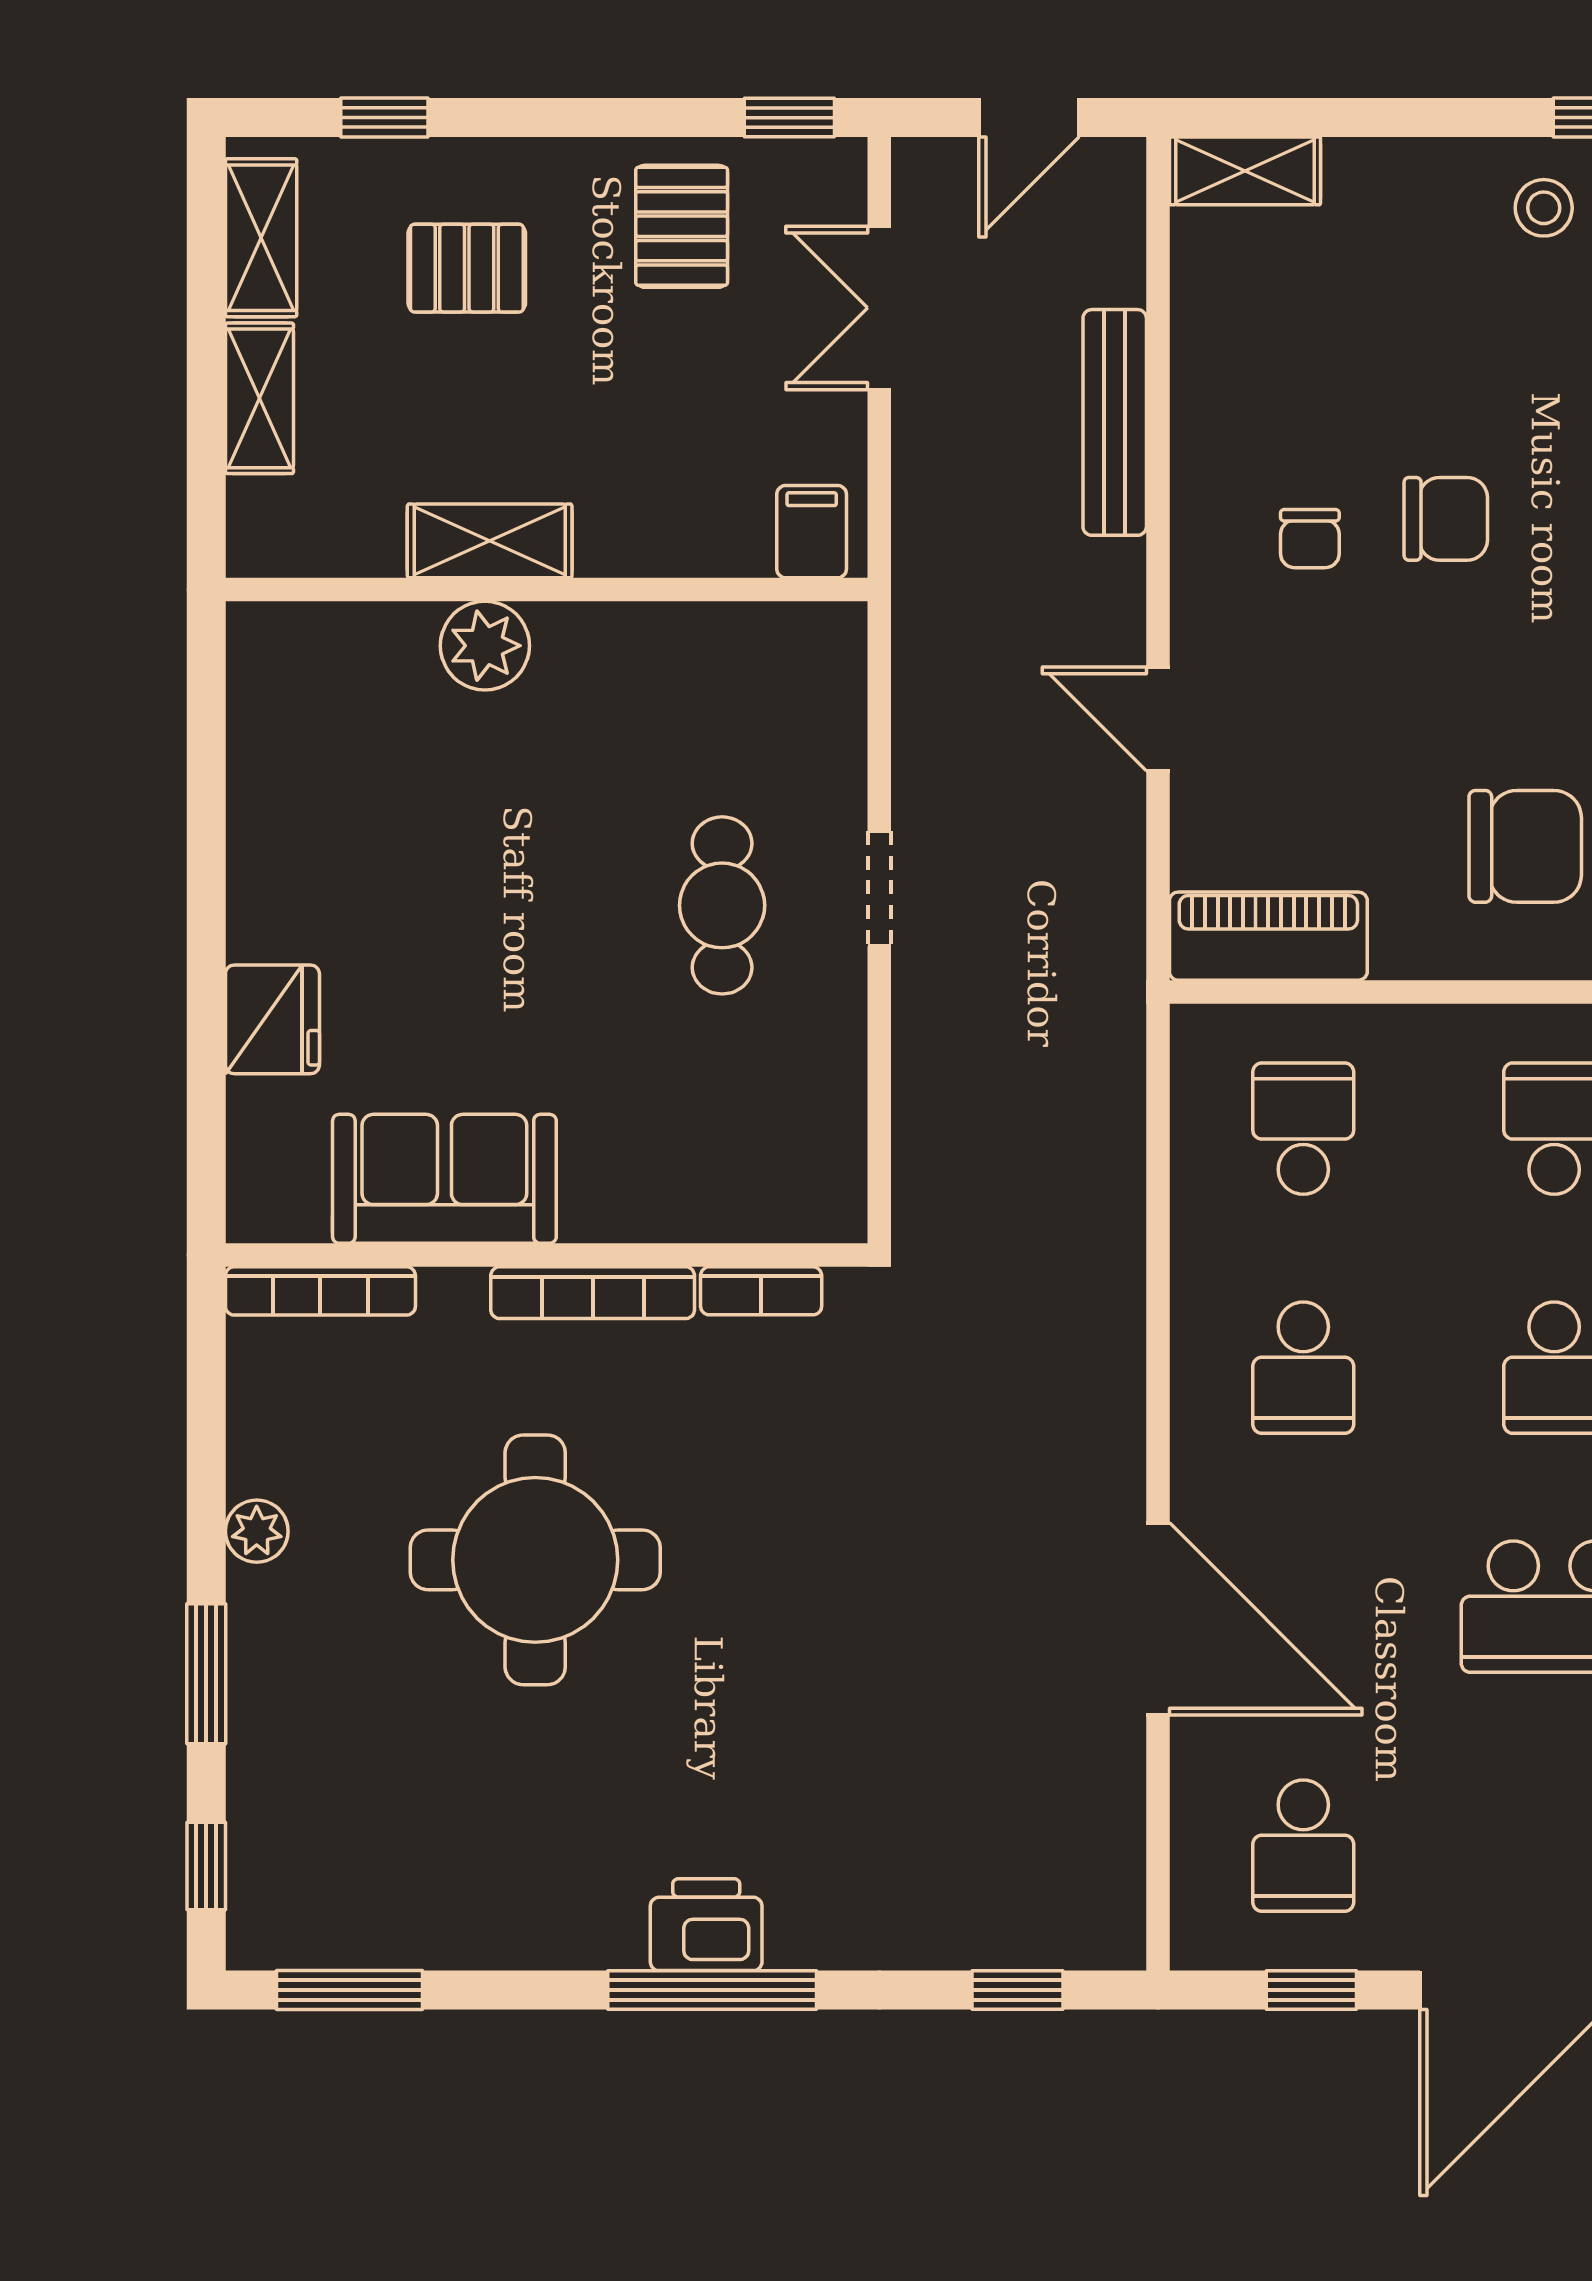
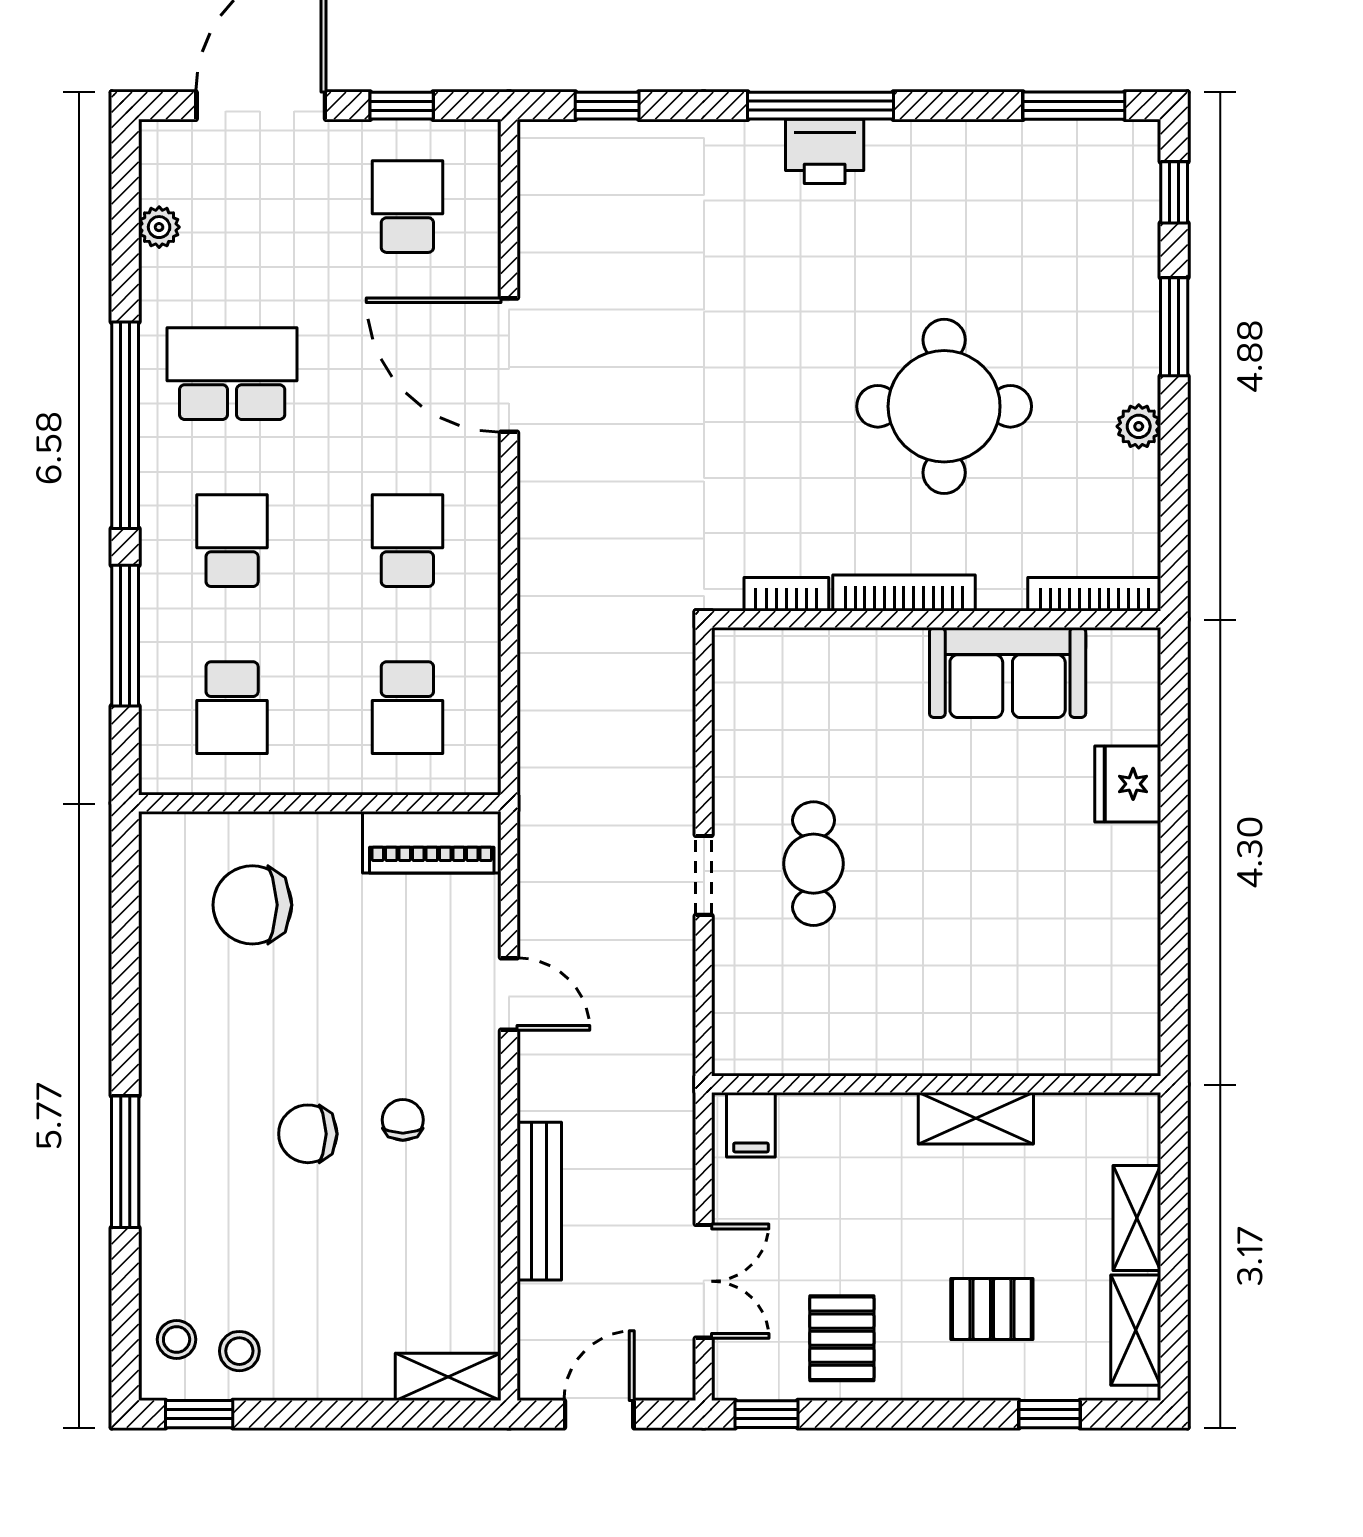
plant: (485, 646) -> (979, 1045), removed

